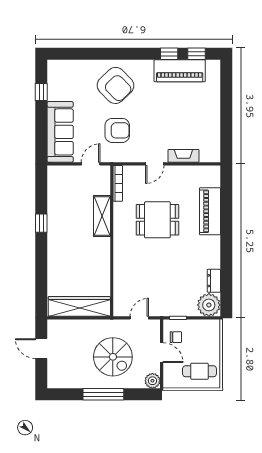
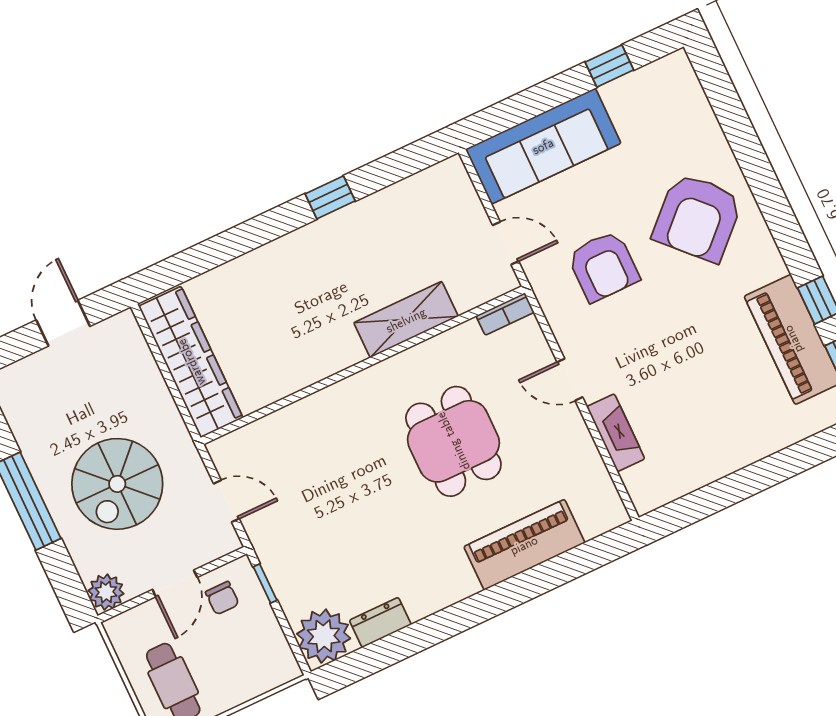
bookcase: (118, 183) -> (505, 314), width x0.64

